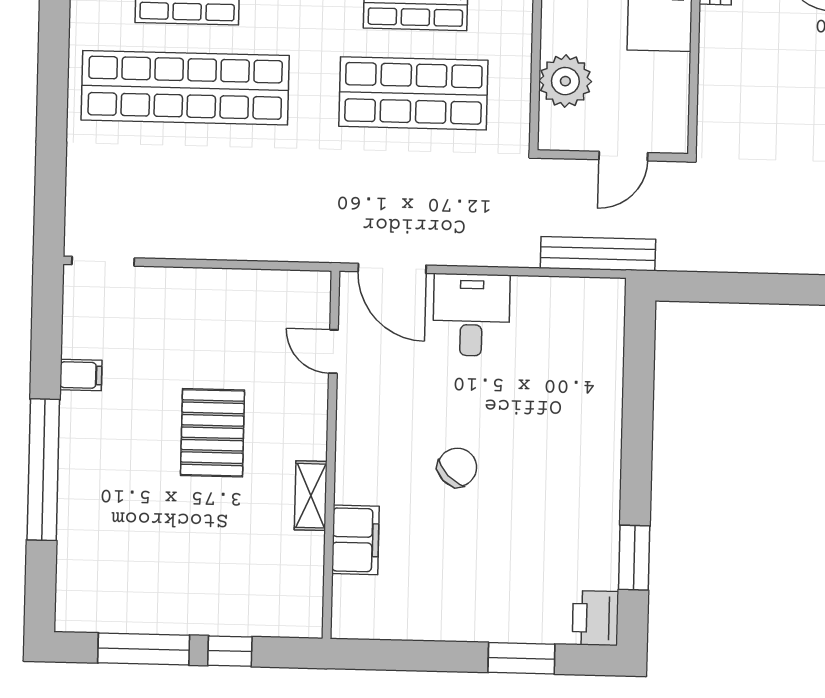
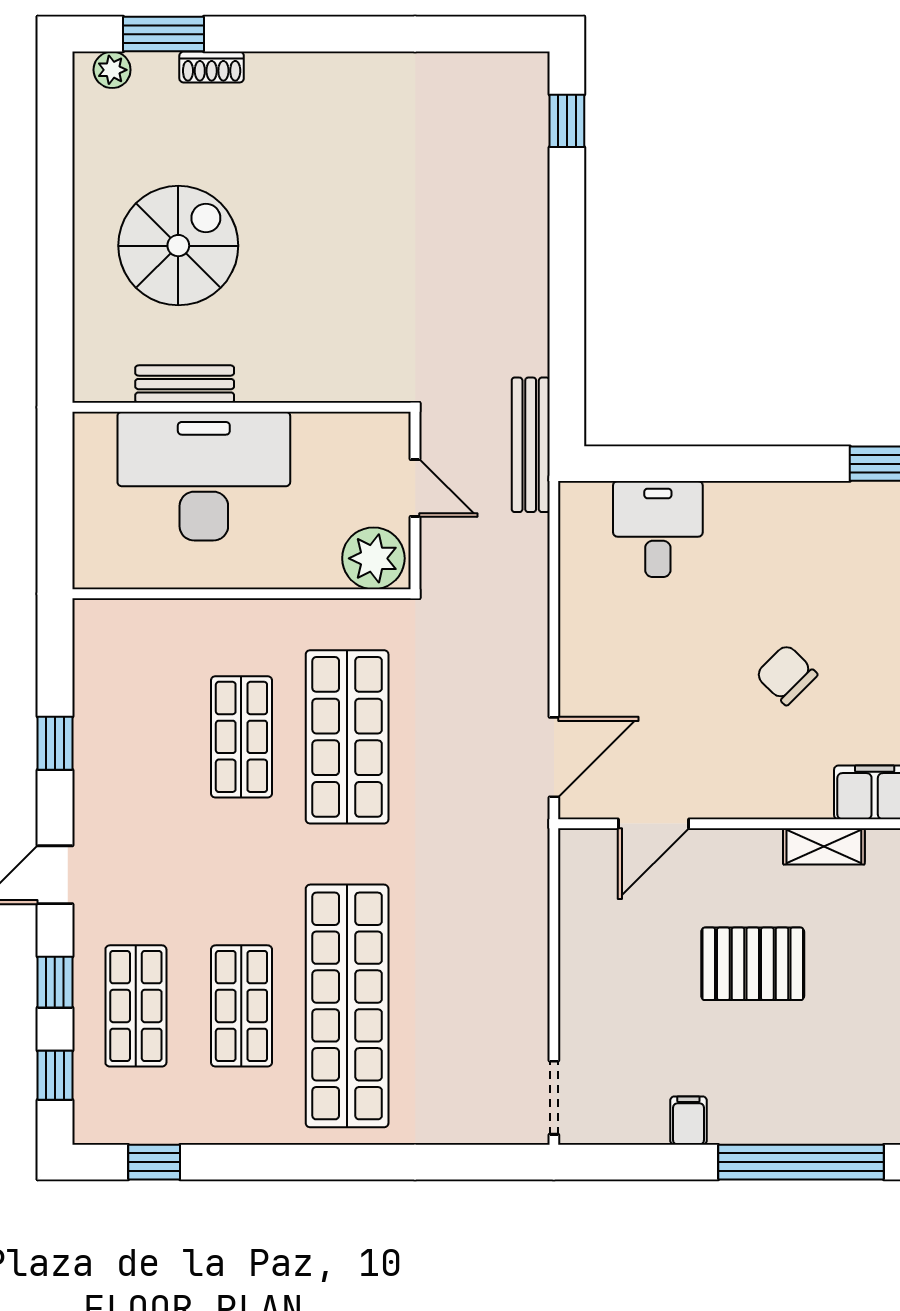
plant: (565, 81) -> (373, 558), moved
bench: (598, 254) -> (531, 445), moved
desk: (471, 315) -> (658, 529), moved, turned 90
door: (333, 352) -> (654, 824), width x1.38

